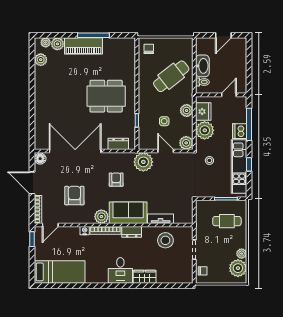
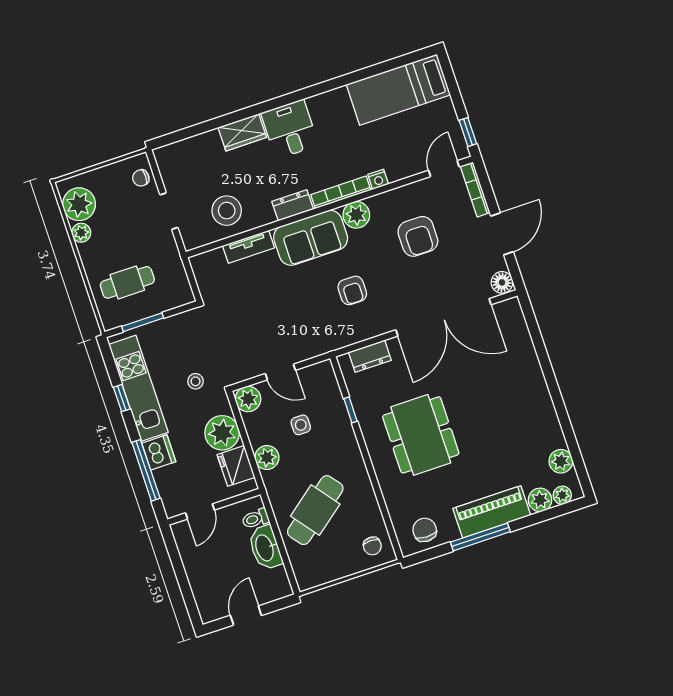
chair: (120, 48) -> (425, 530), added
dining table: (106, 96) -> (421, 435), turned 90
plant: (143, 162) -> (314, 339), removed
door: (32, 183) -> (502, 234), hinge flipped

